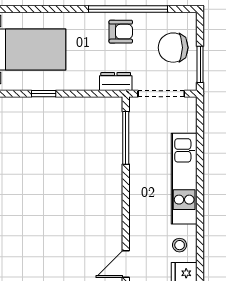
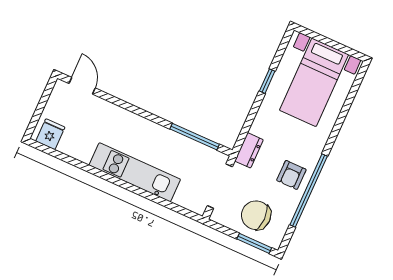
chair: (173, 48) -> (256, 215), turned -90
window: (200, 64) -> (254, 243), moved
stool: (180, 245) -> (77, 141), removed

